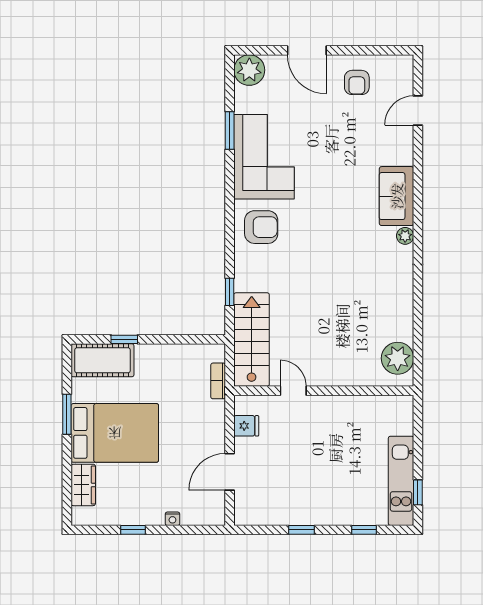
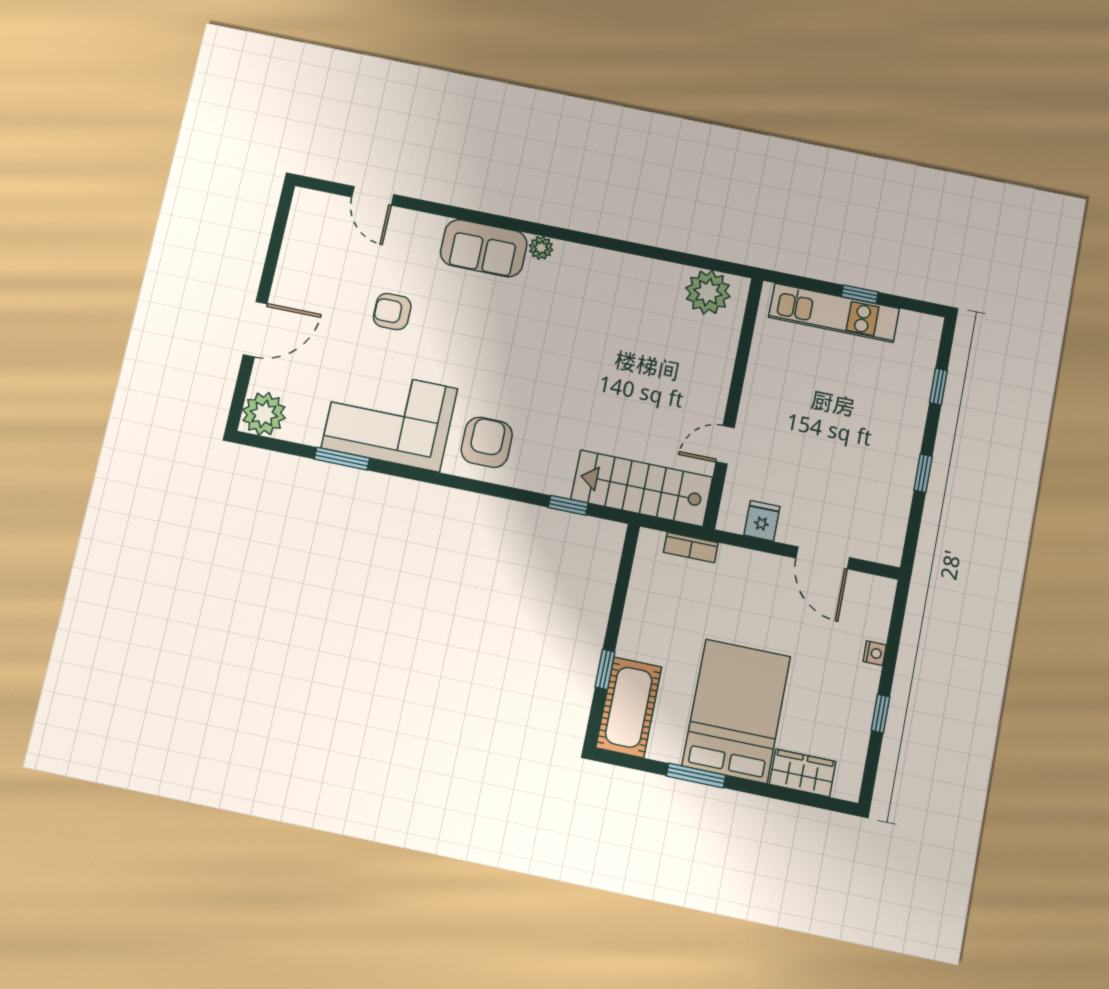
armchair: (357, 82) -> (392, 312), moved, turned 180
kitchen unit: (401, 481) -> (834, 313), moved
window: (418, 492) -> (860, 294), moved

